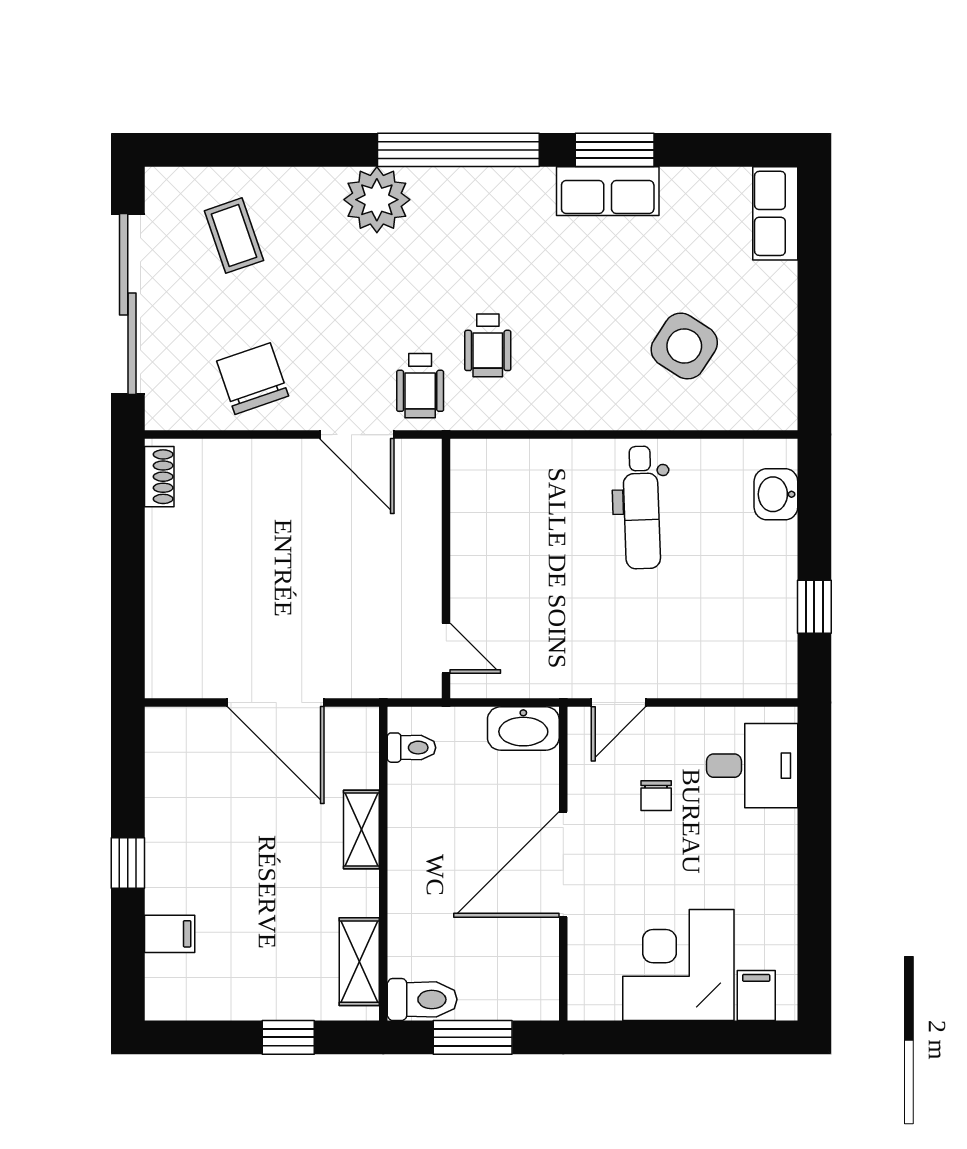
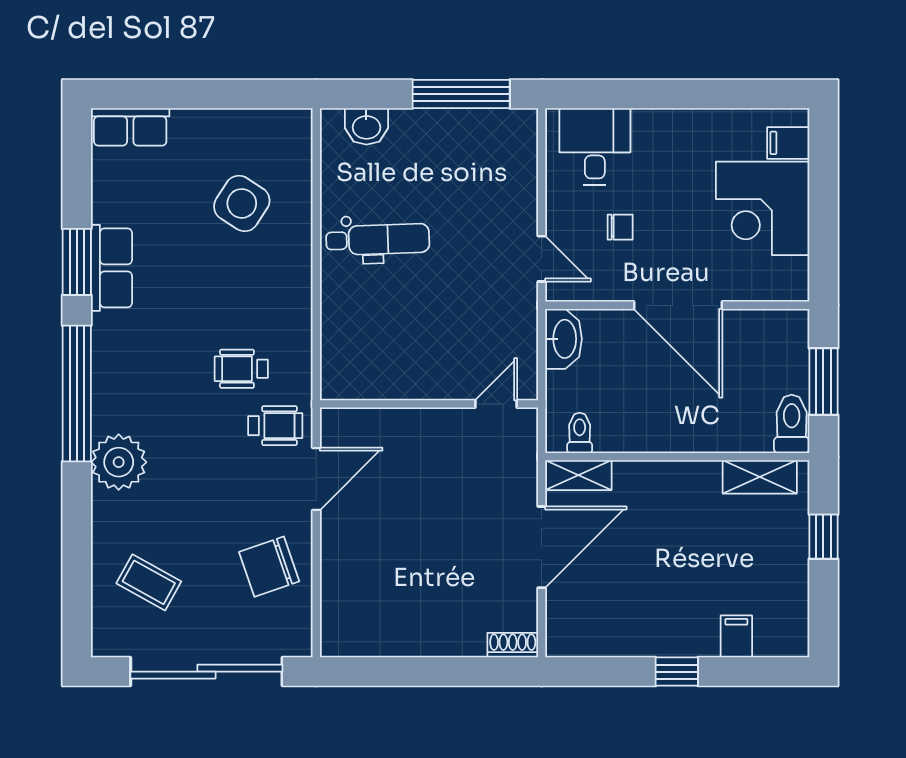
coffee table: (234, 236) -> (149, 582), turned 48
wheelchair: (488, 345) -> (241, 369), turned 180
shoe rack: (159, 477) -> (513, 645), moved
window: (814, 607) -> (461, 94), width x2.17
shelving: (361, 830) -> (578, 475), moved

